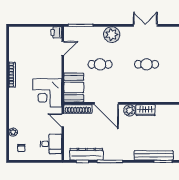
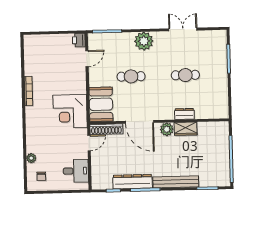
dresser: (145, 98) -> (184, 114), added
door: (63, 120) -> (89, 143), swing flipped
dresser: (86, 154) -> (133, 182), moved
bench: (154, 155) -> (176, 182), moved

